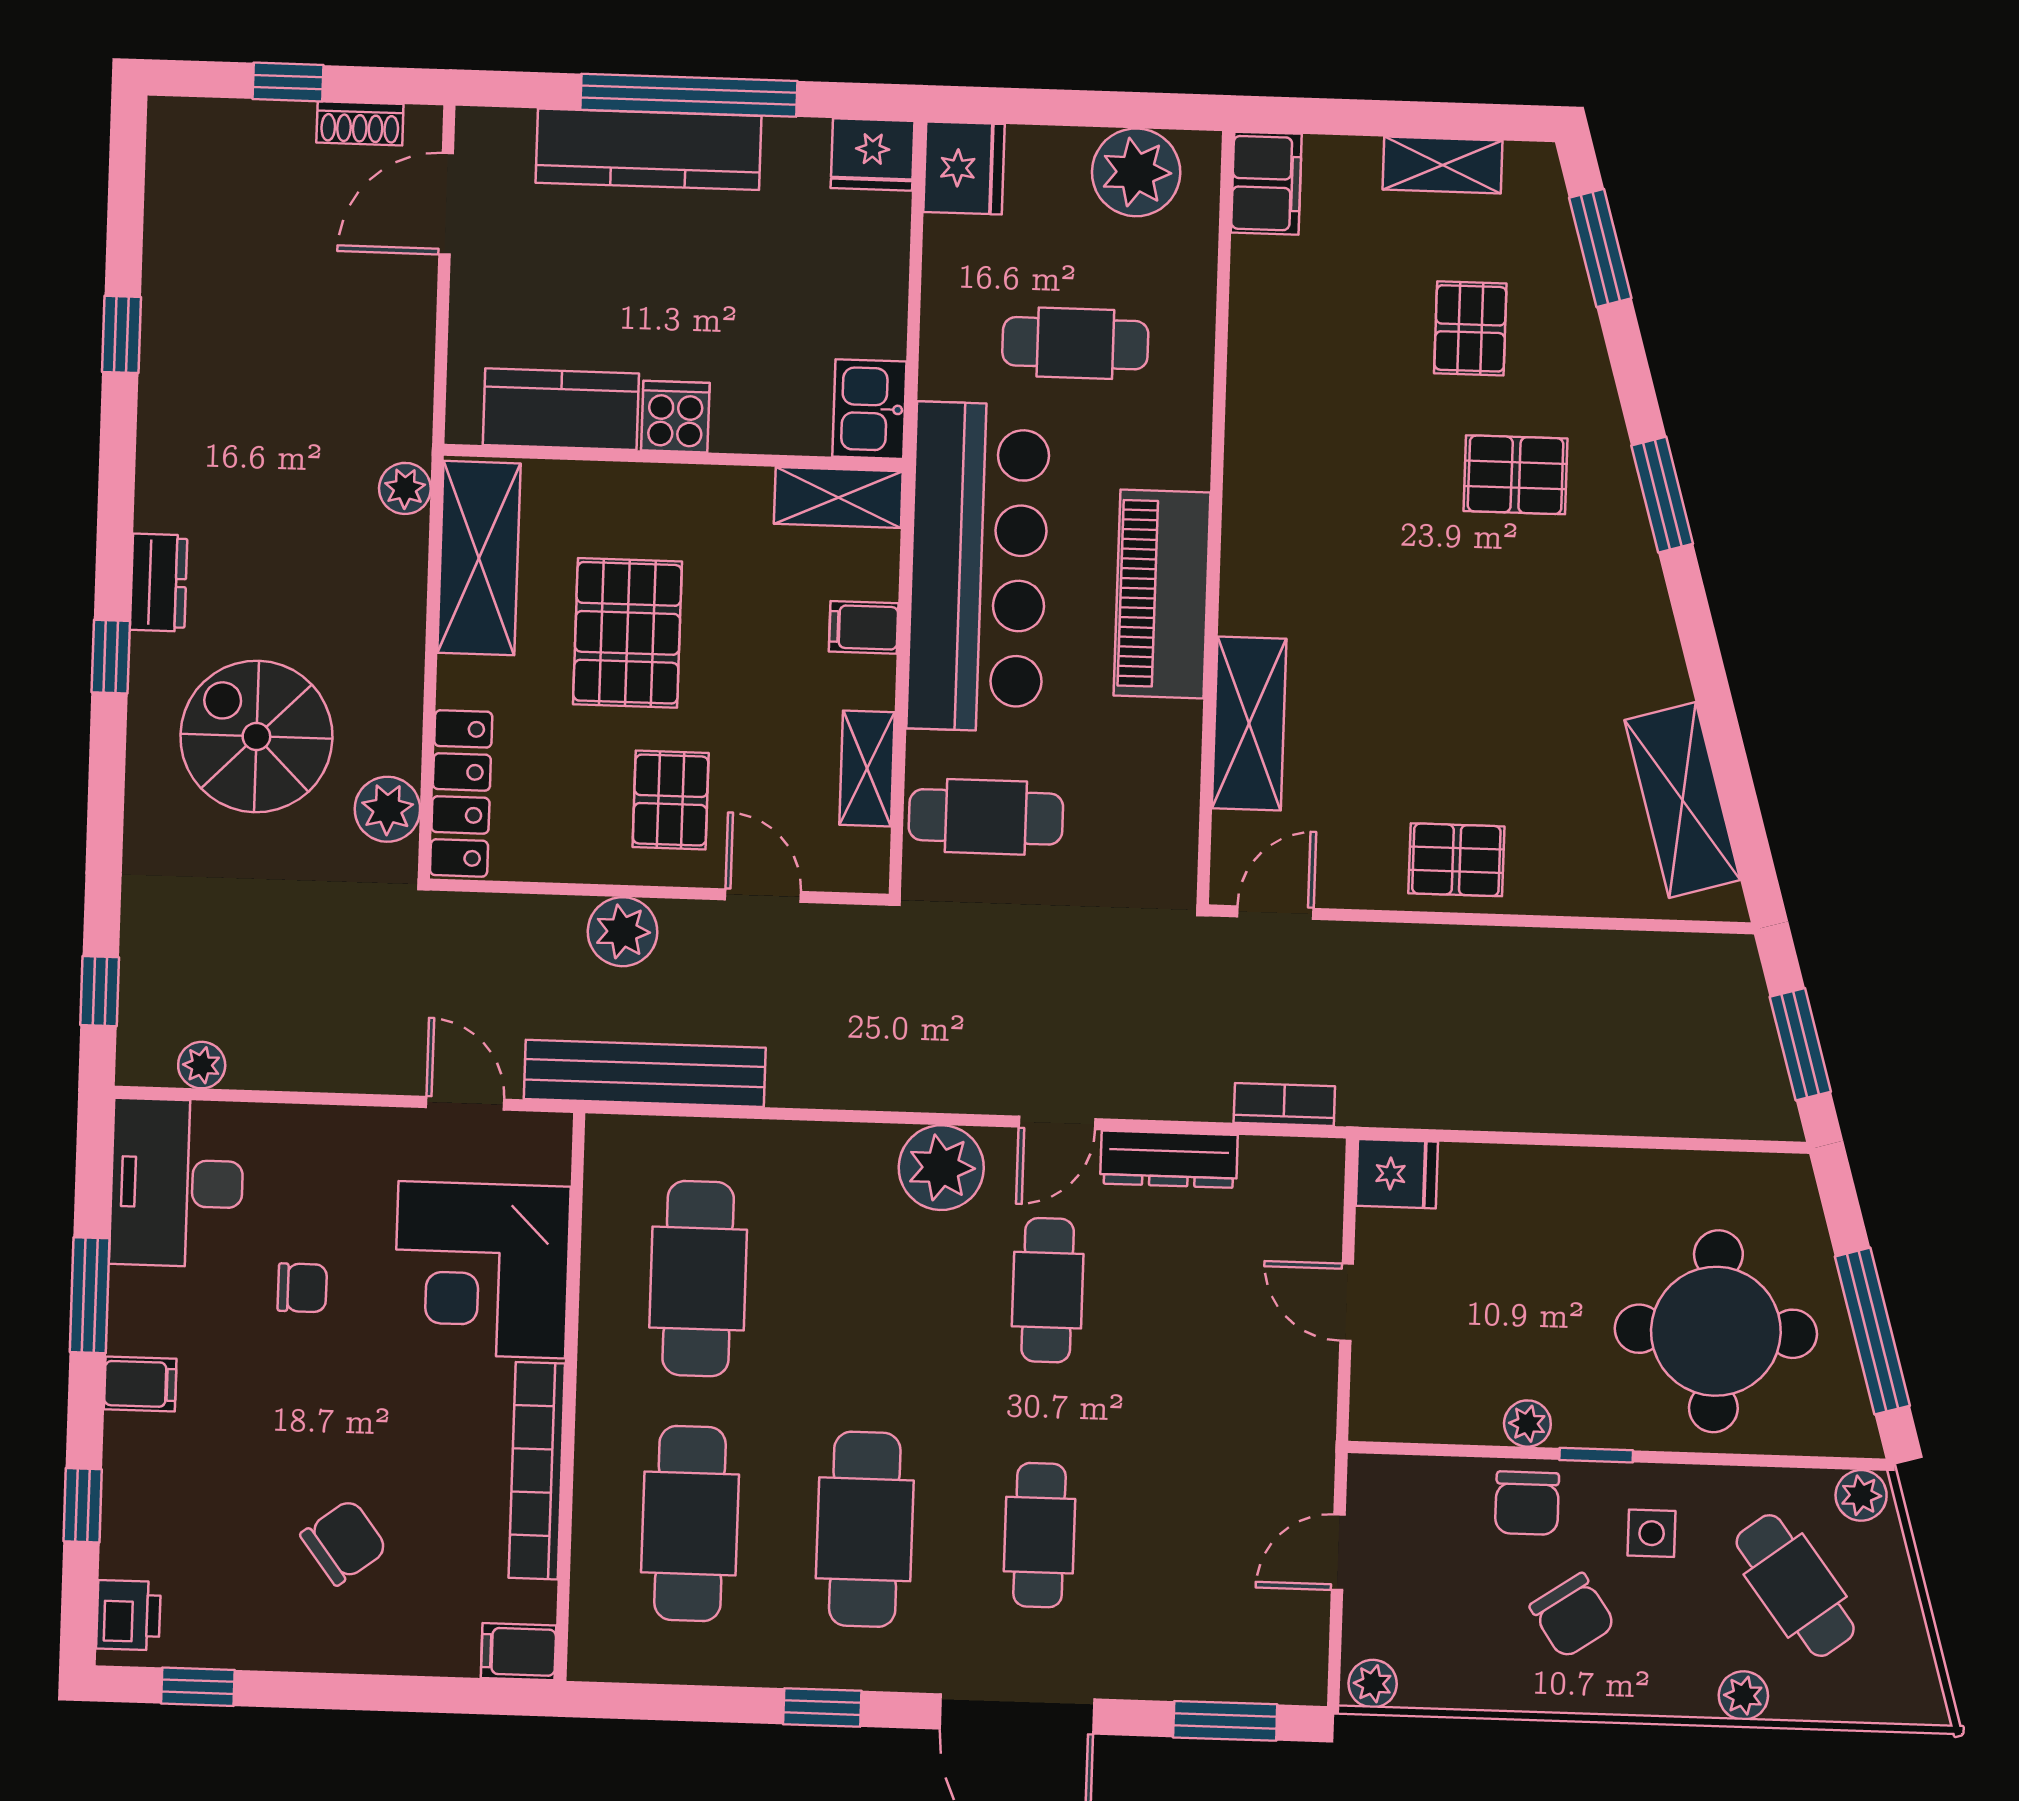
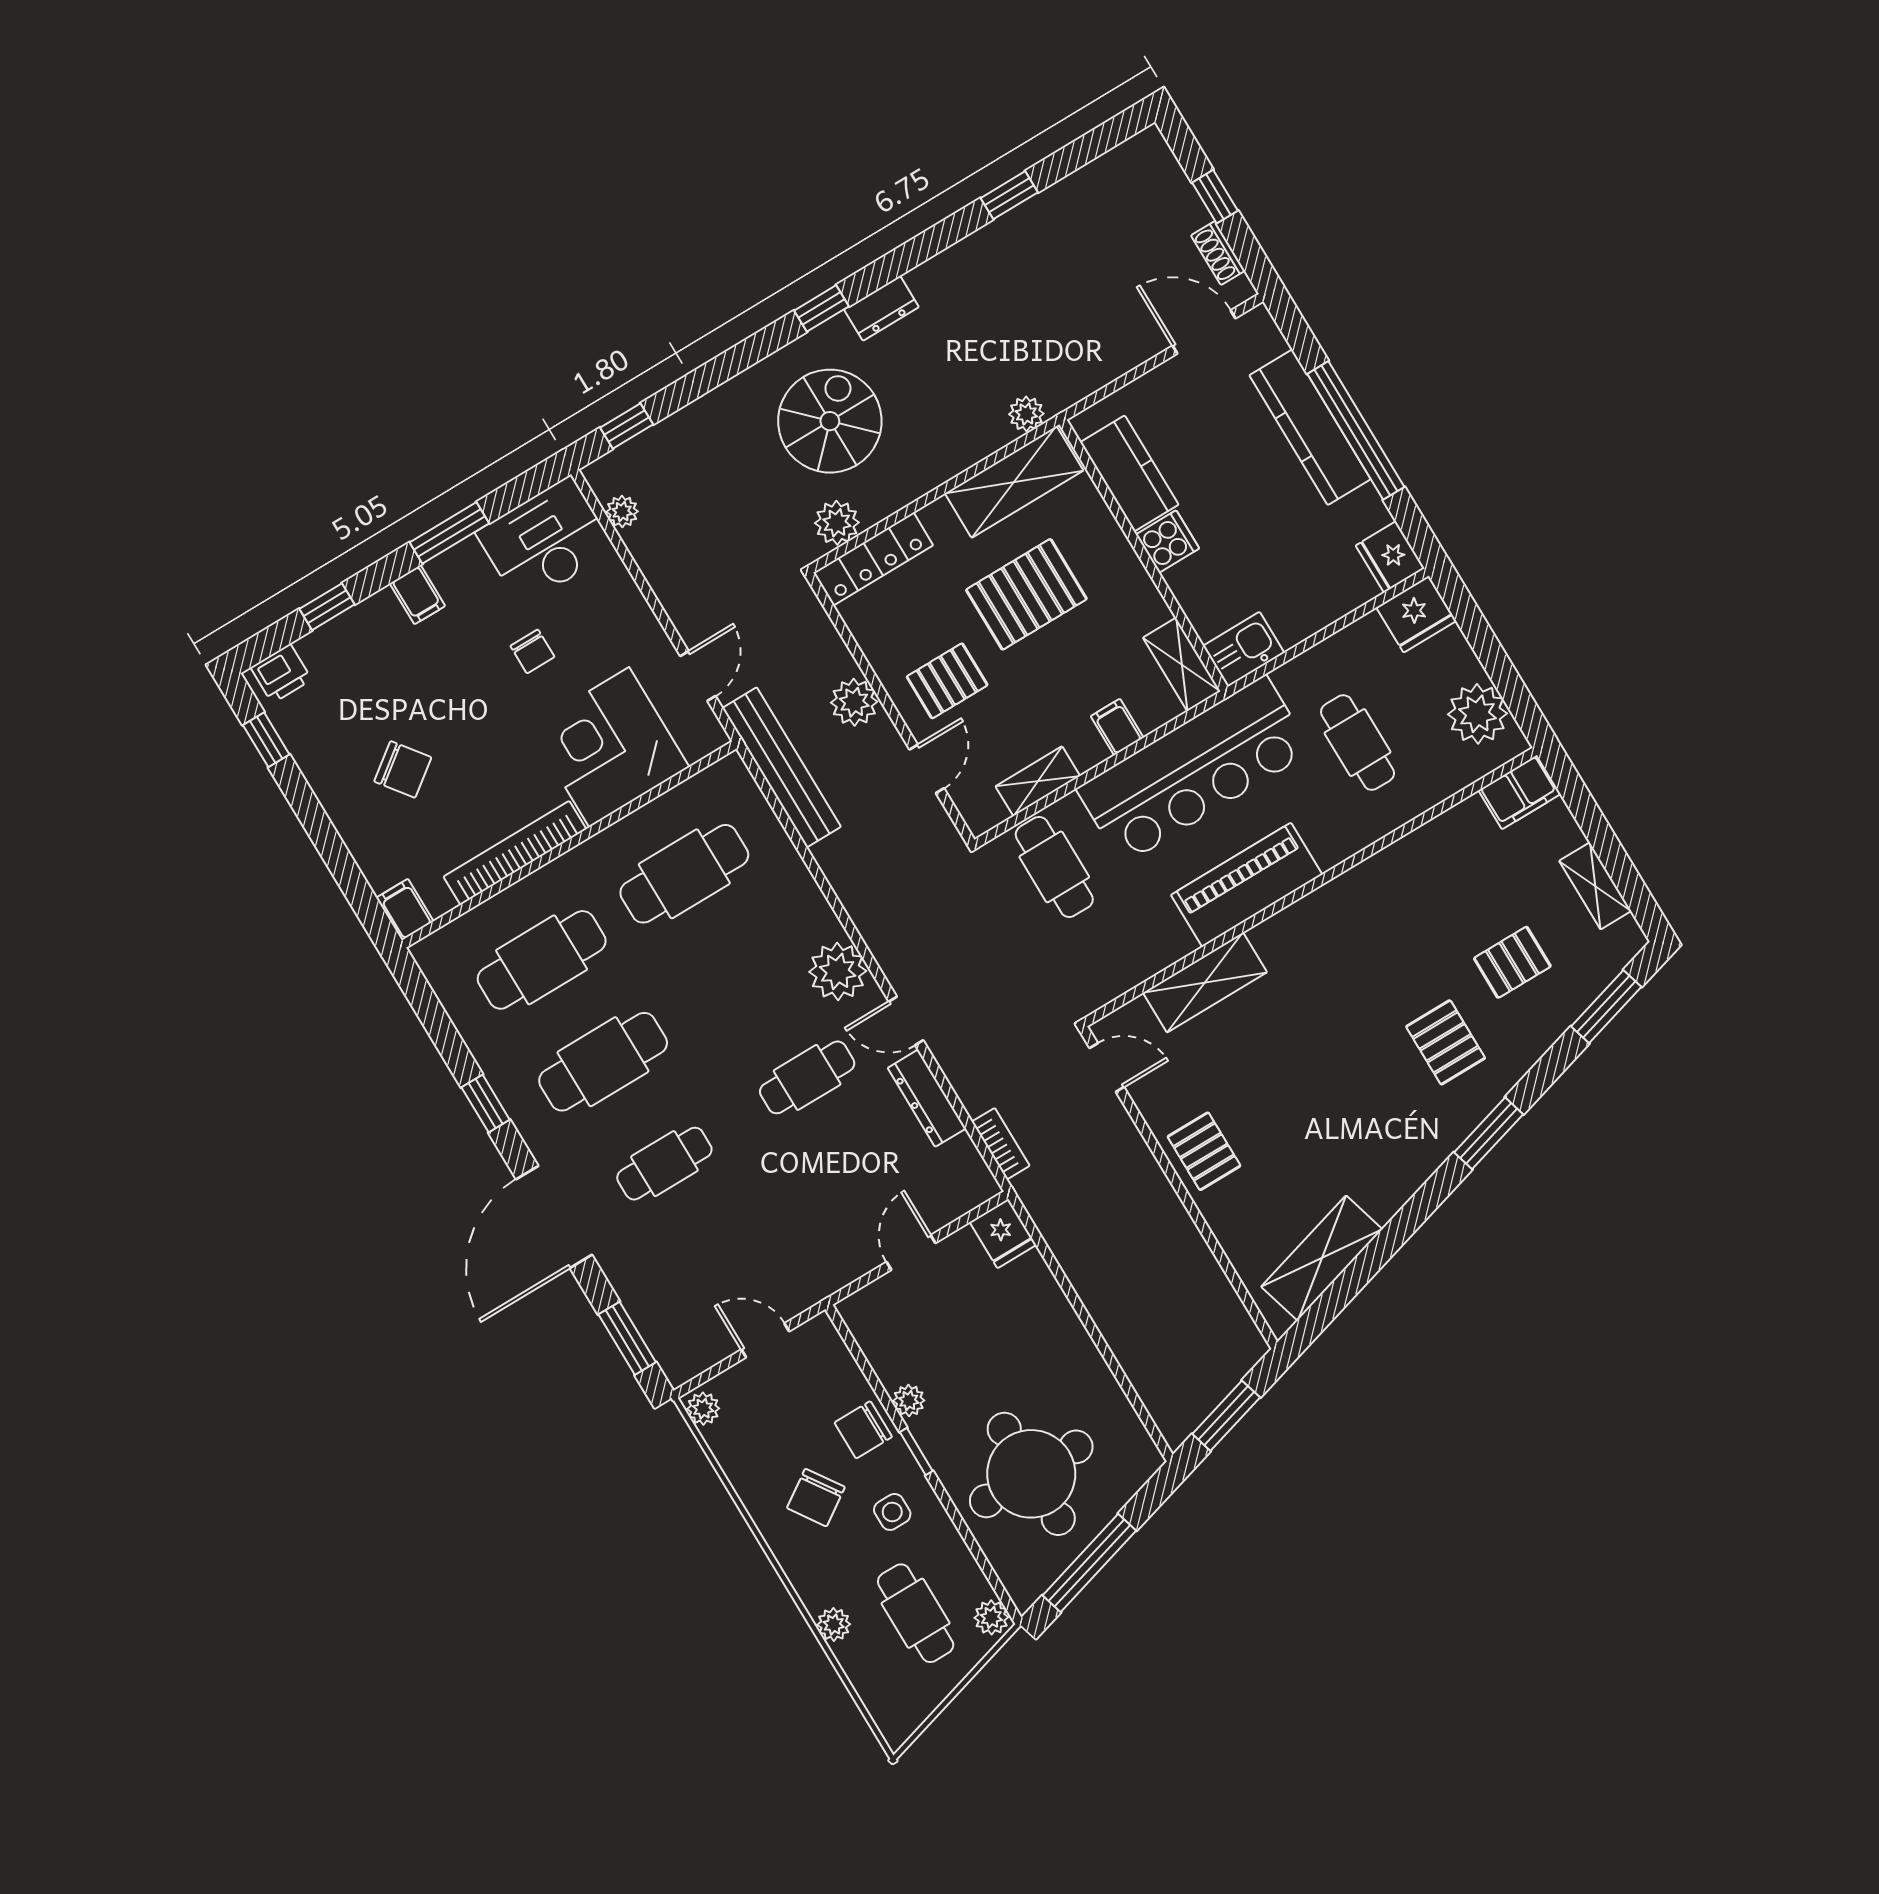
cafe table: (1795, 1586) -> (916, 1613), turned -53

